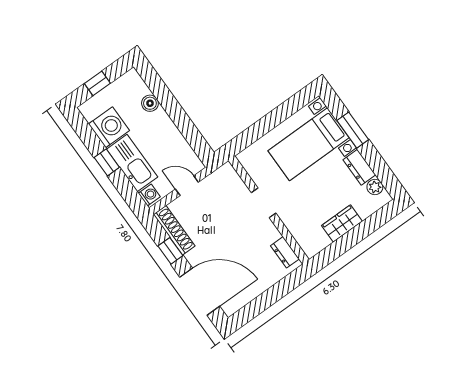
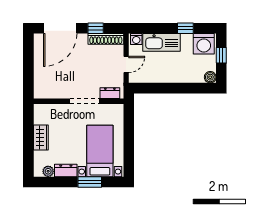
boiler: (150, 103) -> (210, 77), moved
washing machine: (109, 127) -> (204, 44), moved
window: (107, 162) -> (185, 28), moved
doorway: (264, 203) -> (85, 101), width x1.38
dresser: (285, 252) -> (110, 93), moved

